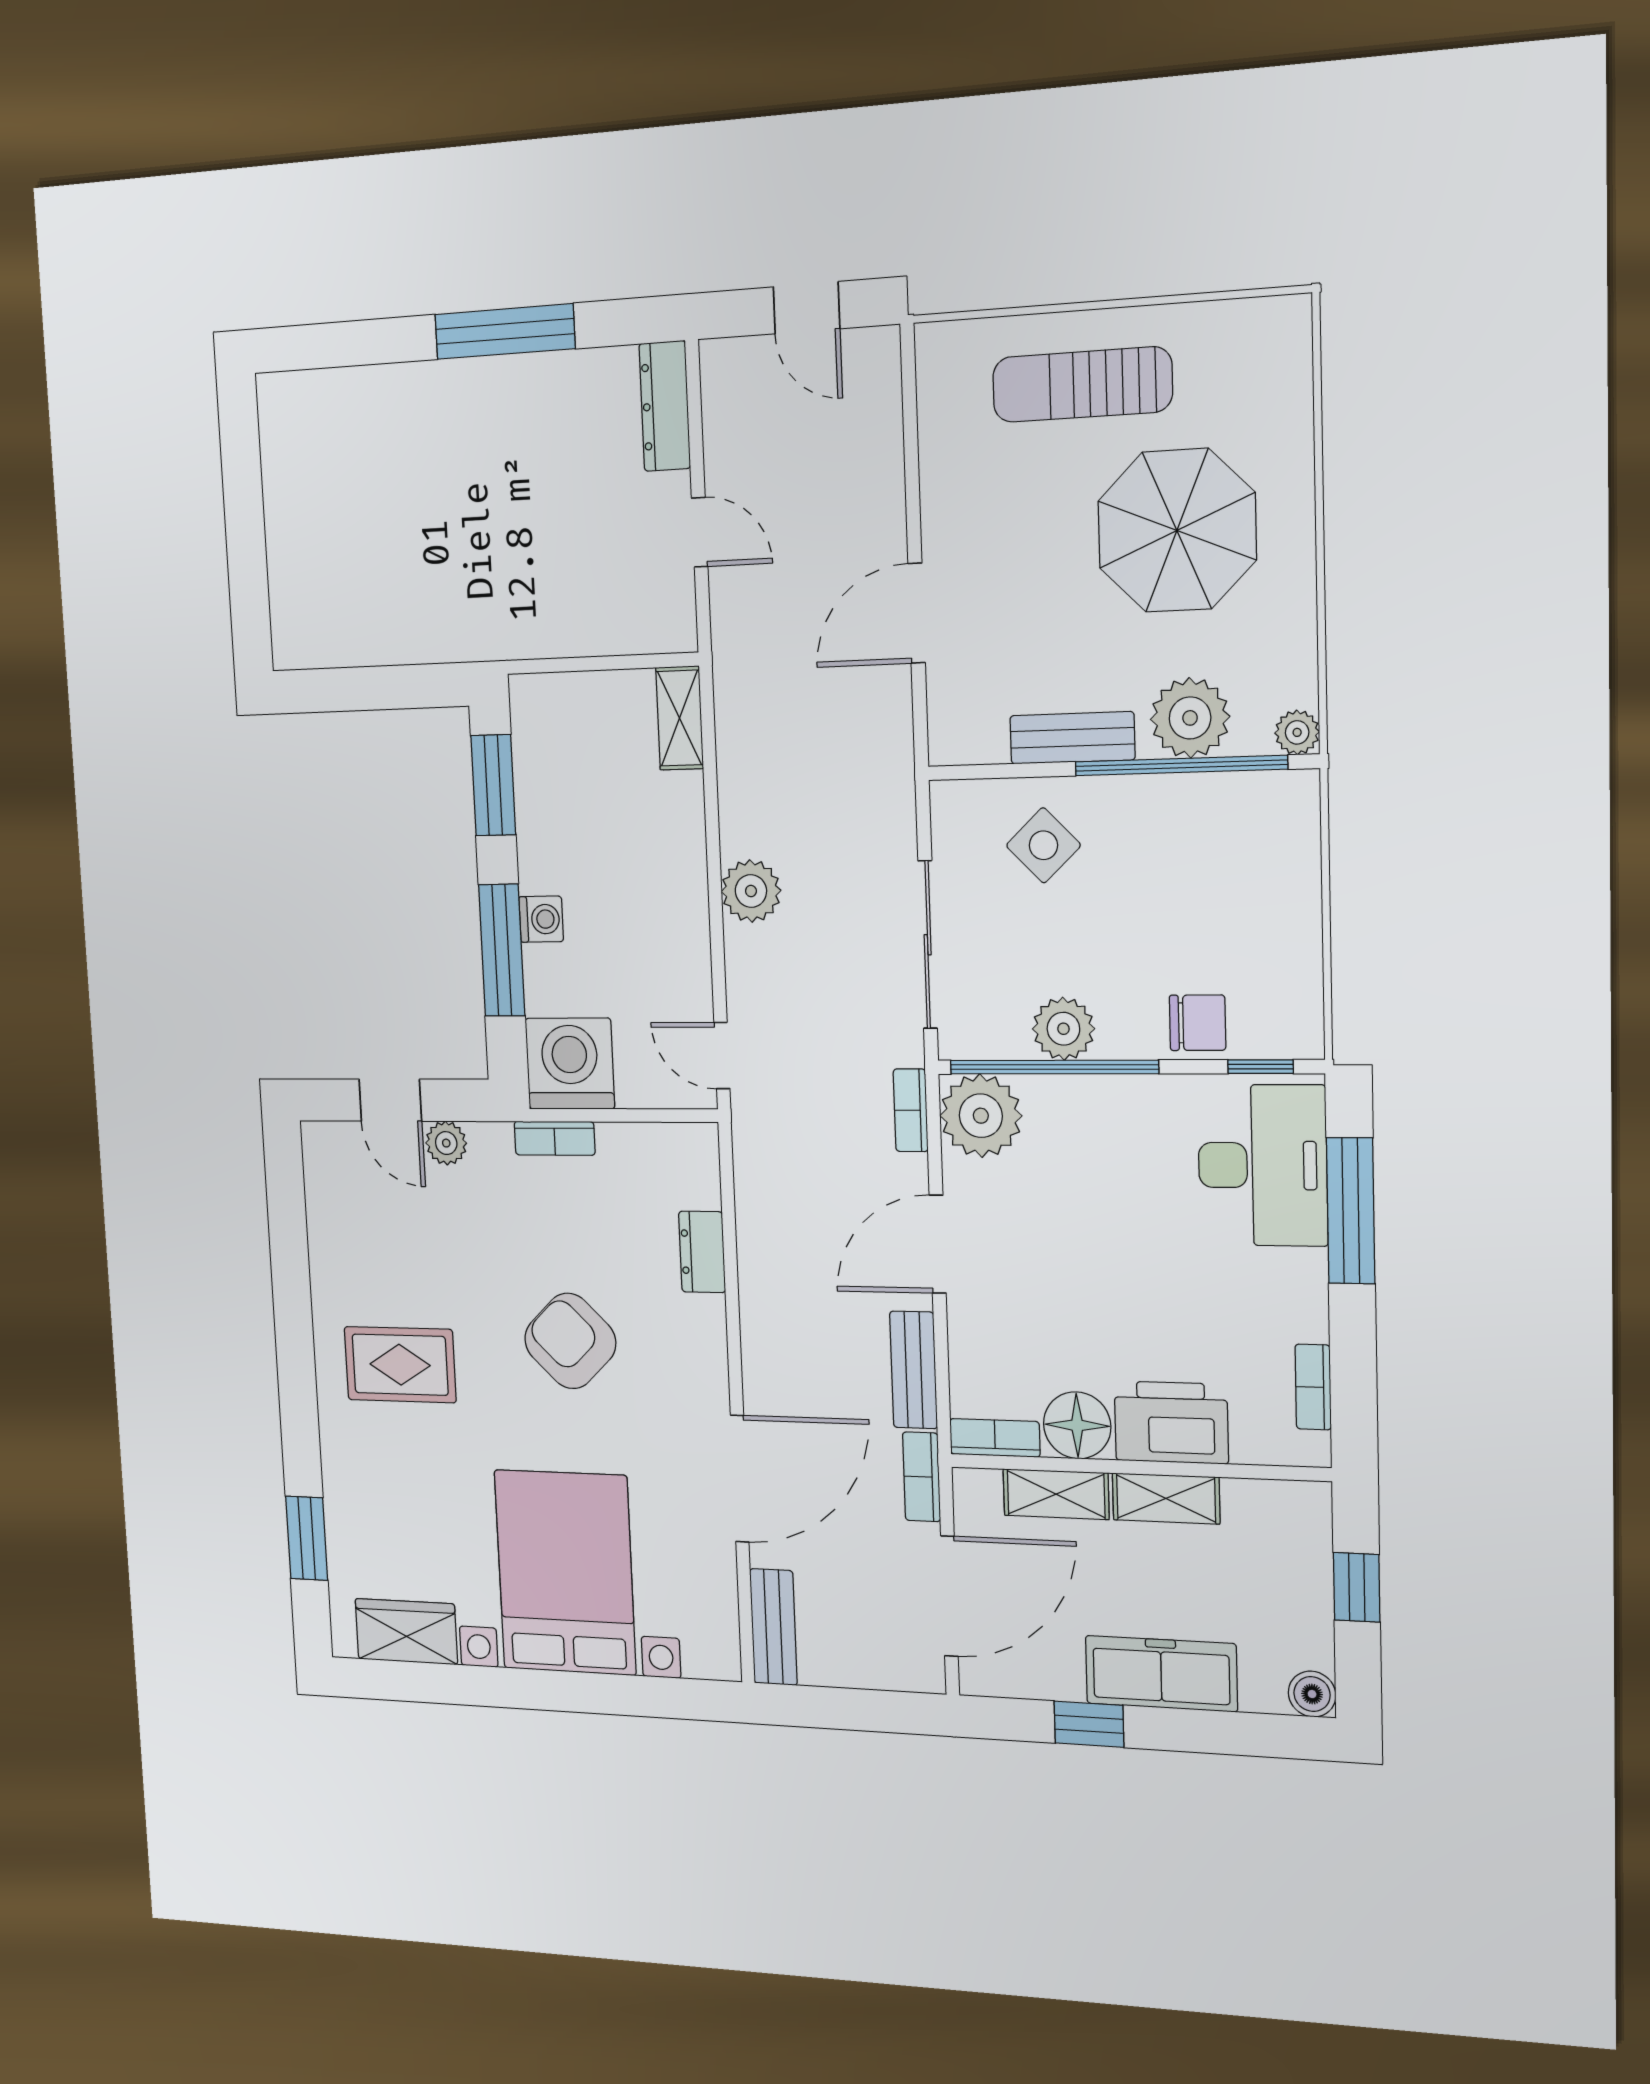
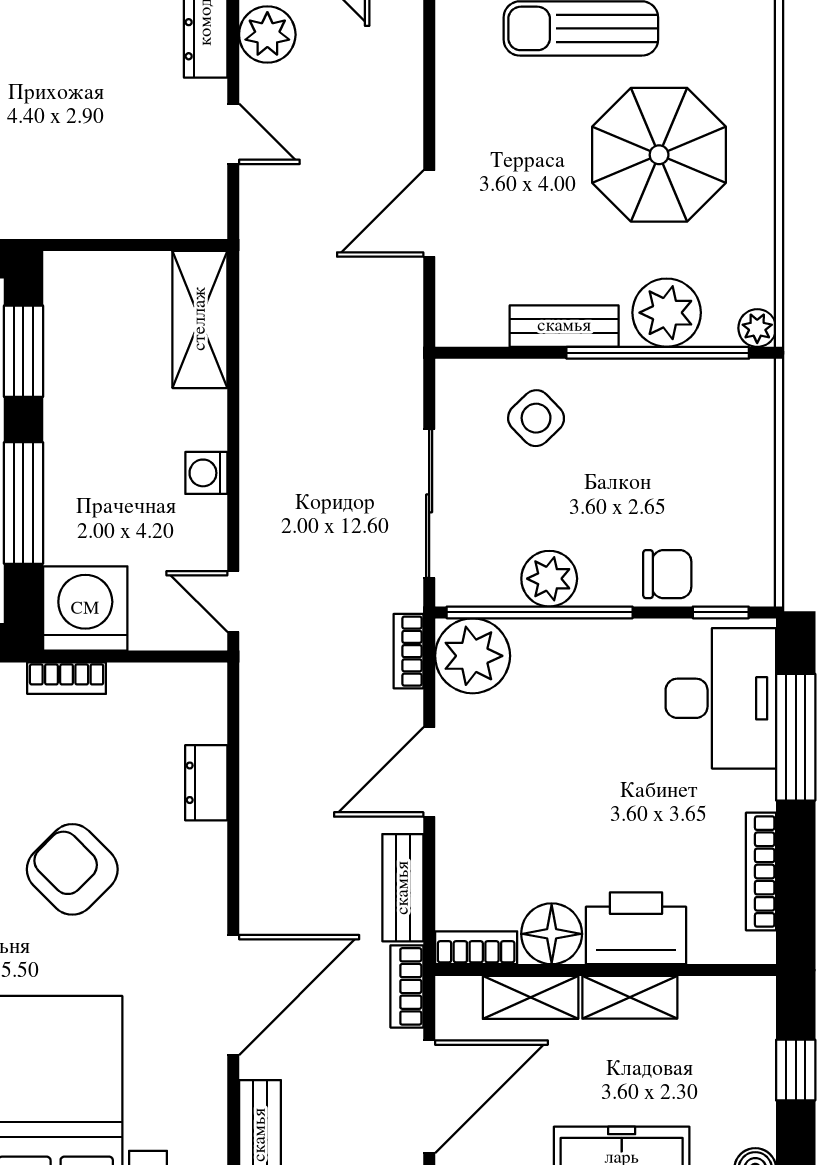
shelving: (680, 718) -> (200, 319), width x1.50, depth x1.33
plant: (751, 891) -> (267, 35), moved
washing machine: (541, 919) -> (206, 473), moved, turned 180
bookcase: (1313, 1387) -> (761, 872), width x1.56

